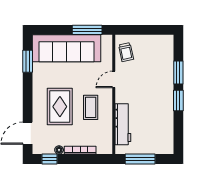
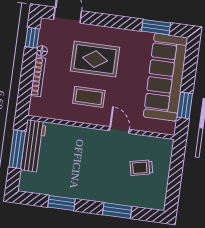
window: (87, 30) -> (185, 105), width x0.69
trolley: (126, 52) -> (141, 168), moved
window: (178, 100) -> (62, 203), moved
workbench: (123, 124) -> (33, 146), moved, turned -90

